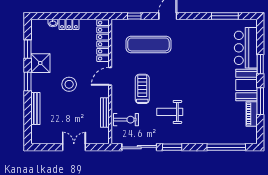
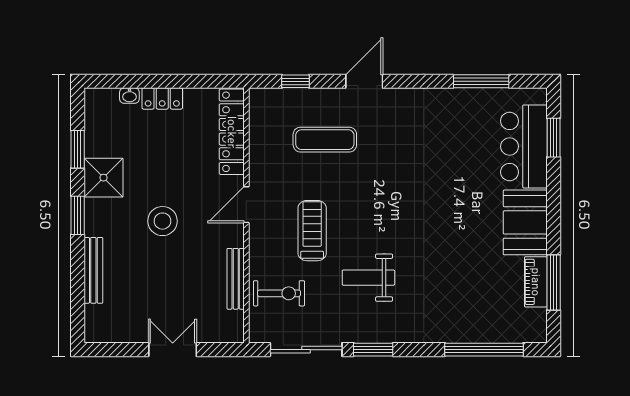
exercise mat: (148, 44) -> (325, 140), width x0.73, depth x0.69
window: (260, 64) -> (554, 138), moved
window: (260, 101) -> (554, 282), moved

